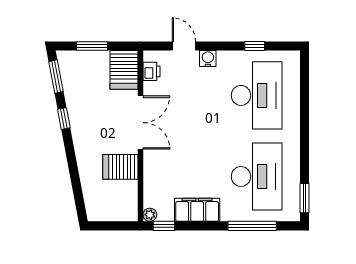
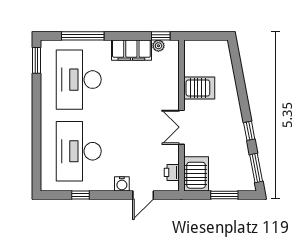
door: (184, 46) -> (143, 195), hinge flipped
double door: (141, 123) -> (181, 127), width x0.73
plant: (150, 215) -> (158, 46), moved

